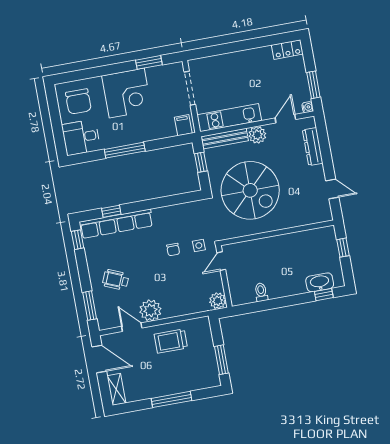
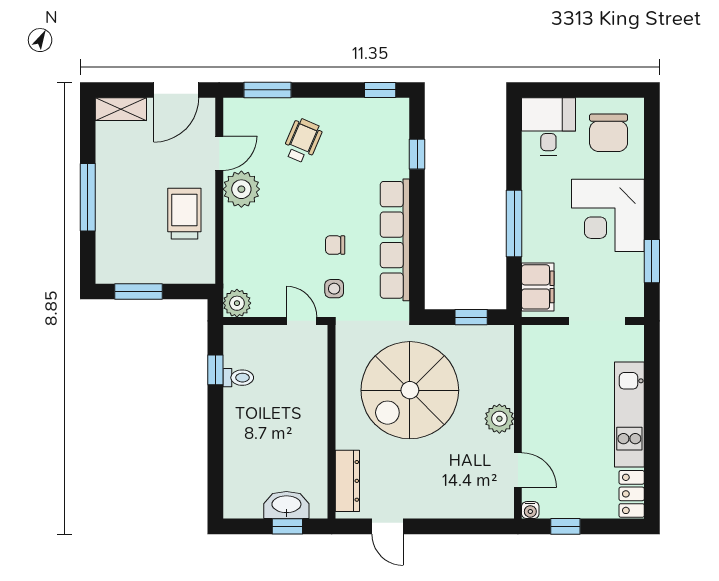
window: (313, 85) -> (565, 526), width x0.67
chair: (78, 101) -> (609, 133), turned -90
kitchen unit: (229, 118) -> (629, 414), moved, turned 180
filing cabinet: (183, 125) -> (538, 287), width x2.00
bench: (225, 139) -> (503, 363), removed
dresser: (313, 147) -> (347, 481), moved, turned 90
window: (125, 150) -> (514, 224), moved
door: (332, 189) -> (387, 526), hinge flipped
row of seats: (116, 224) -> (395, 240), moved
washbasin: (320, 282) -> (286, 505), moved, turned -90
window: (324, 295) -> (215, 370), moved

